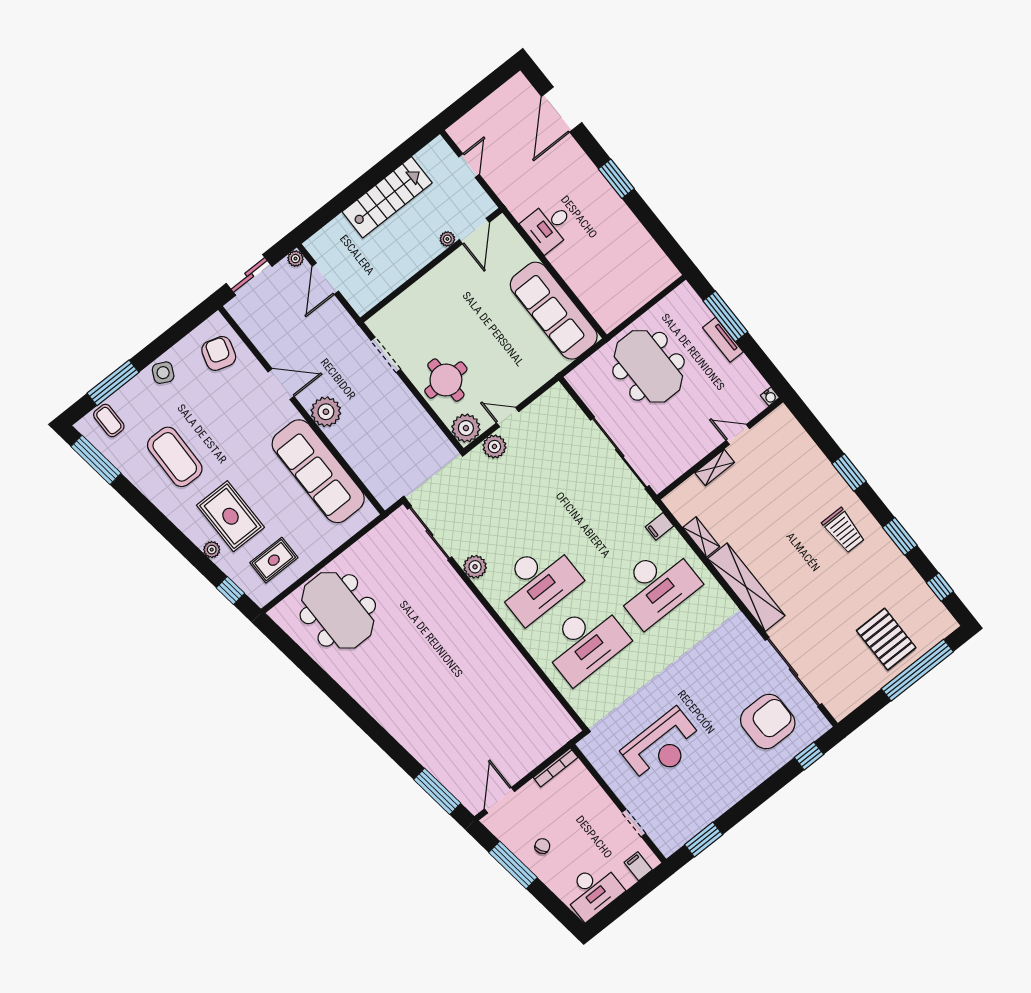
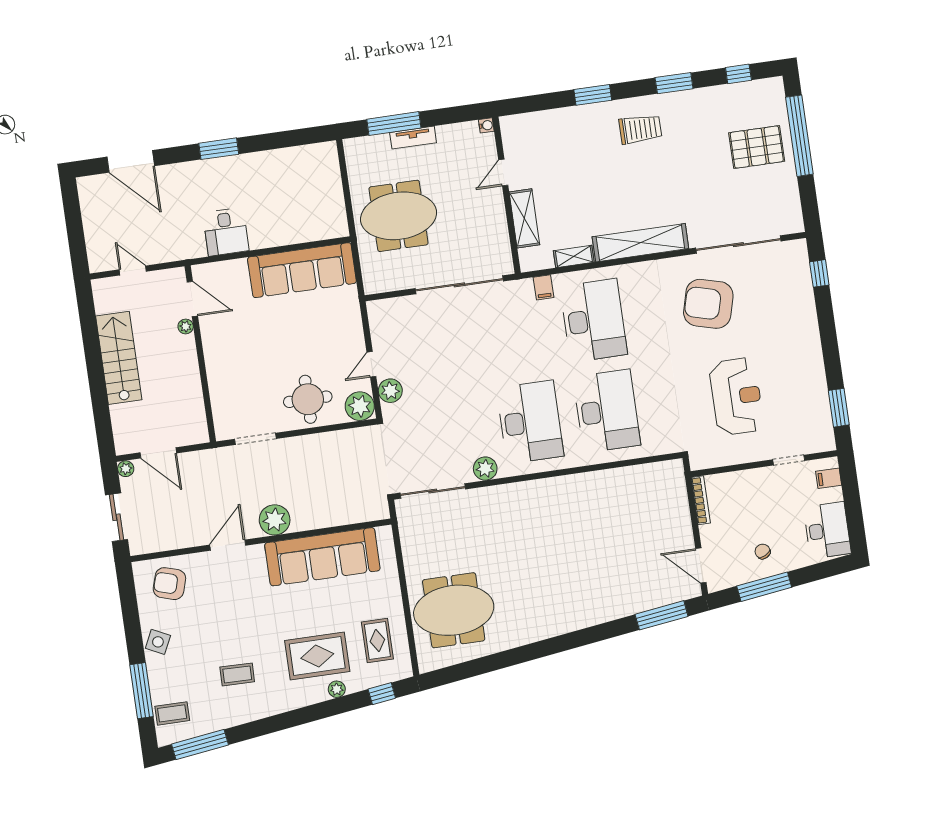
coffee table: (175, 457) -> (237, 674), width x0.54, depth x0.58
shelving: (715, 467) -> (524, 218), width x1.50, depth x1.33
armchair: (768, 722) -> (708, 304), moved, turned -75

